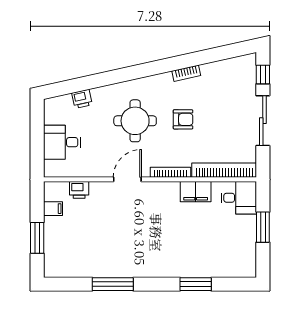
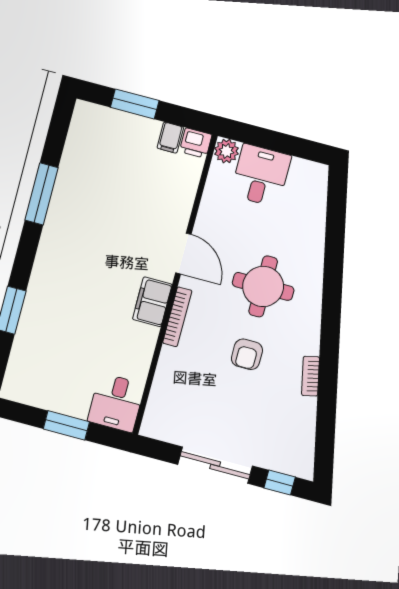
printer: (82, 99) -> (314, 220), removed
plant: (52, 169) -> (226, 151), added
bookcase: (224, 170) -> (160, 393), removed
printer: (79, 190) -> (196, 143), moved, turned -90
filing cabinet: (196, 192) -> (152, 302), moved

